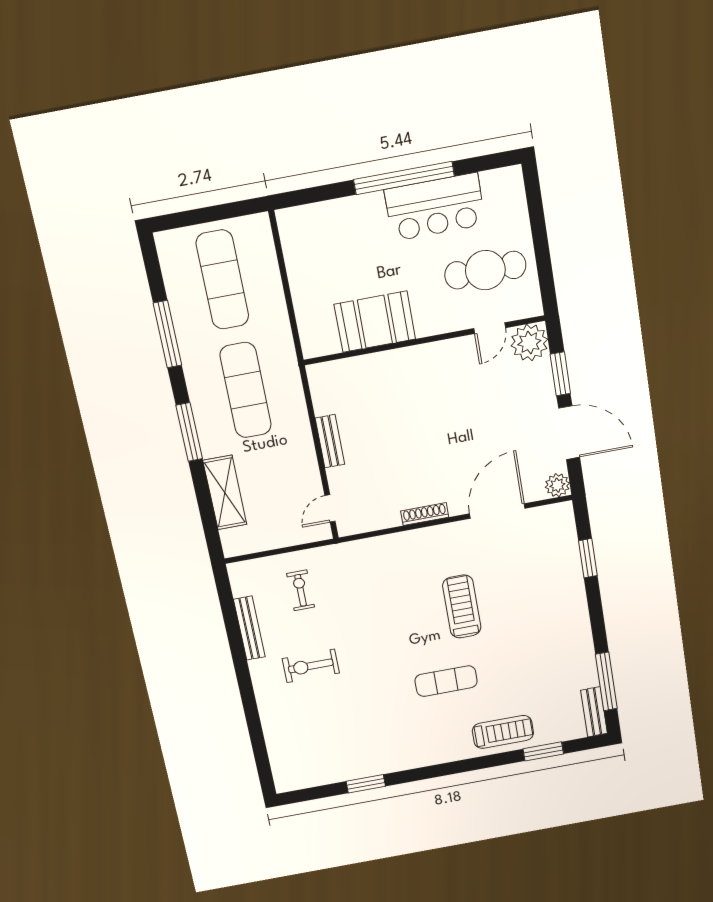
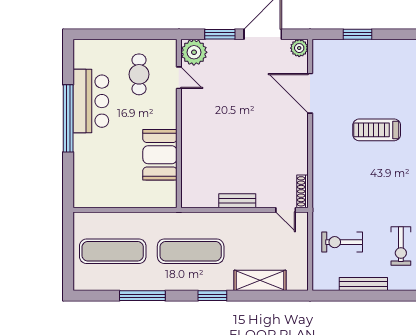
cafe table: (485, 270) -> (139, 74), width x0.73, depth x0.74
window: (189, 432) -> (212, 296), width x0.69
shoe rack: (425, 514) -> (302, 191), moved
exercise bike: (301, 590) -> (342, 242), width x1.38, depth x1.39

